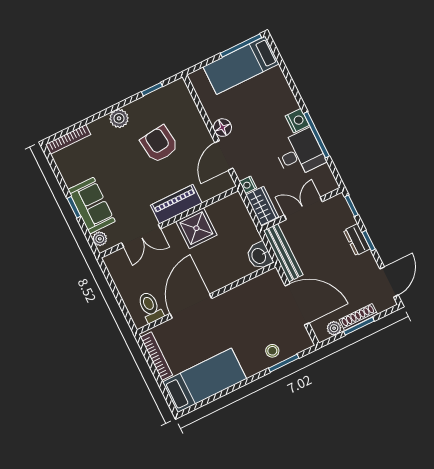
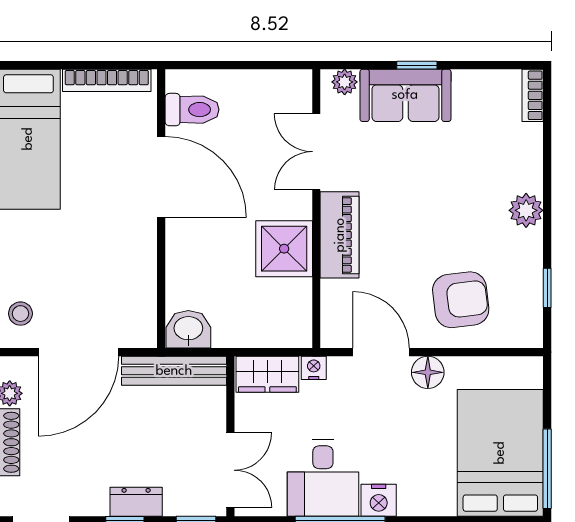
bed: (241, 65) -> (500, 453), width x1.50
bookcase: (68, 139) -> (533, 95), width x0.64
armchair: (159, 144) -> (461, 300), moved
double door: (303, 208) -> (230, 470), moved
stool: (272, 351) -> (20, 314), moved

